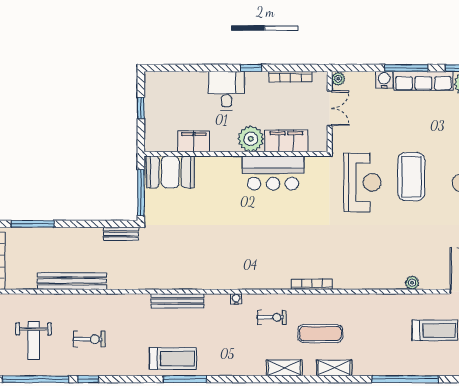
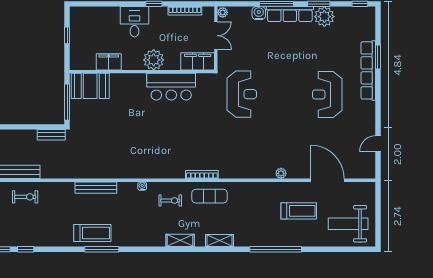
filing cabinet: (286, 141) -> (198, 61), moved
coffee table: (411, 177) -> (280, 90), removed
exercise mat: (320, 334) -> (209, 196), moved
exercise bike: (89, 339) -> (25, 197), moved

